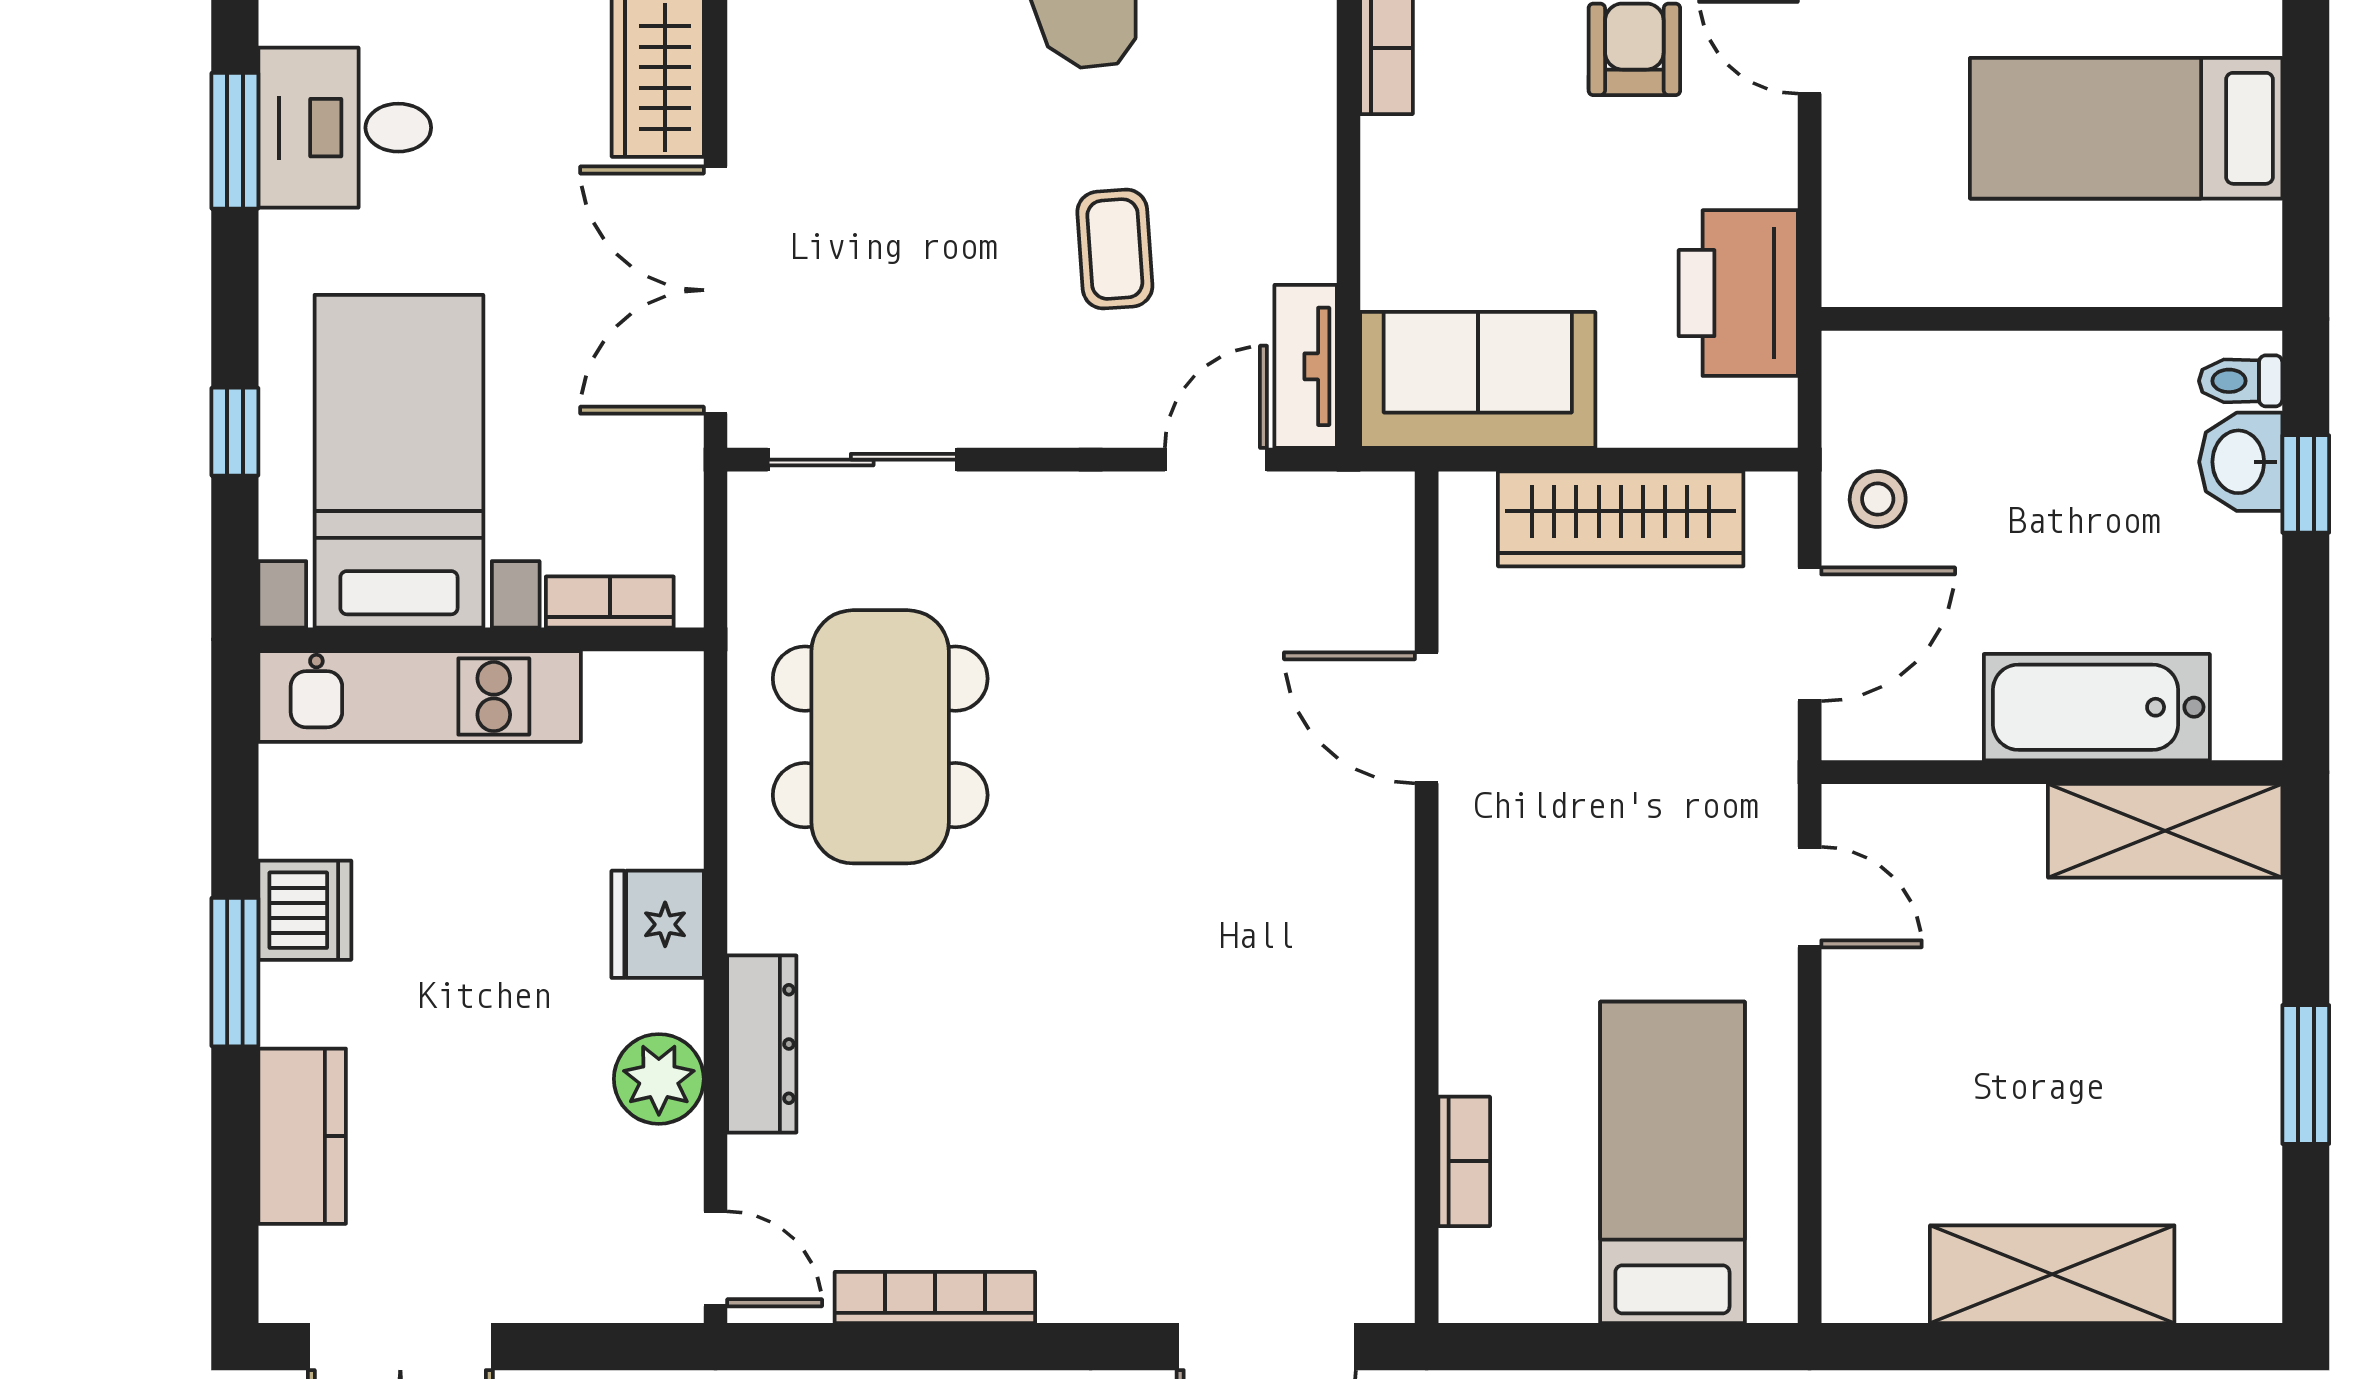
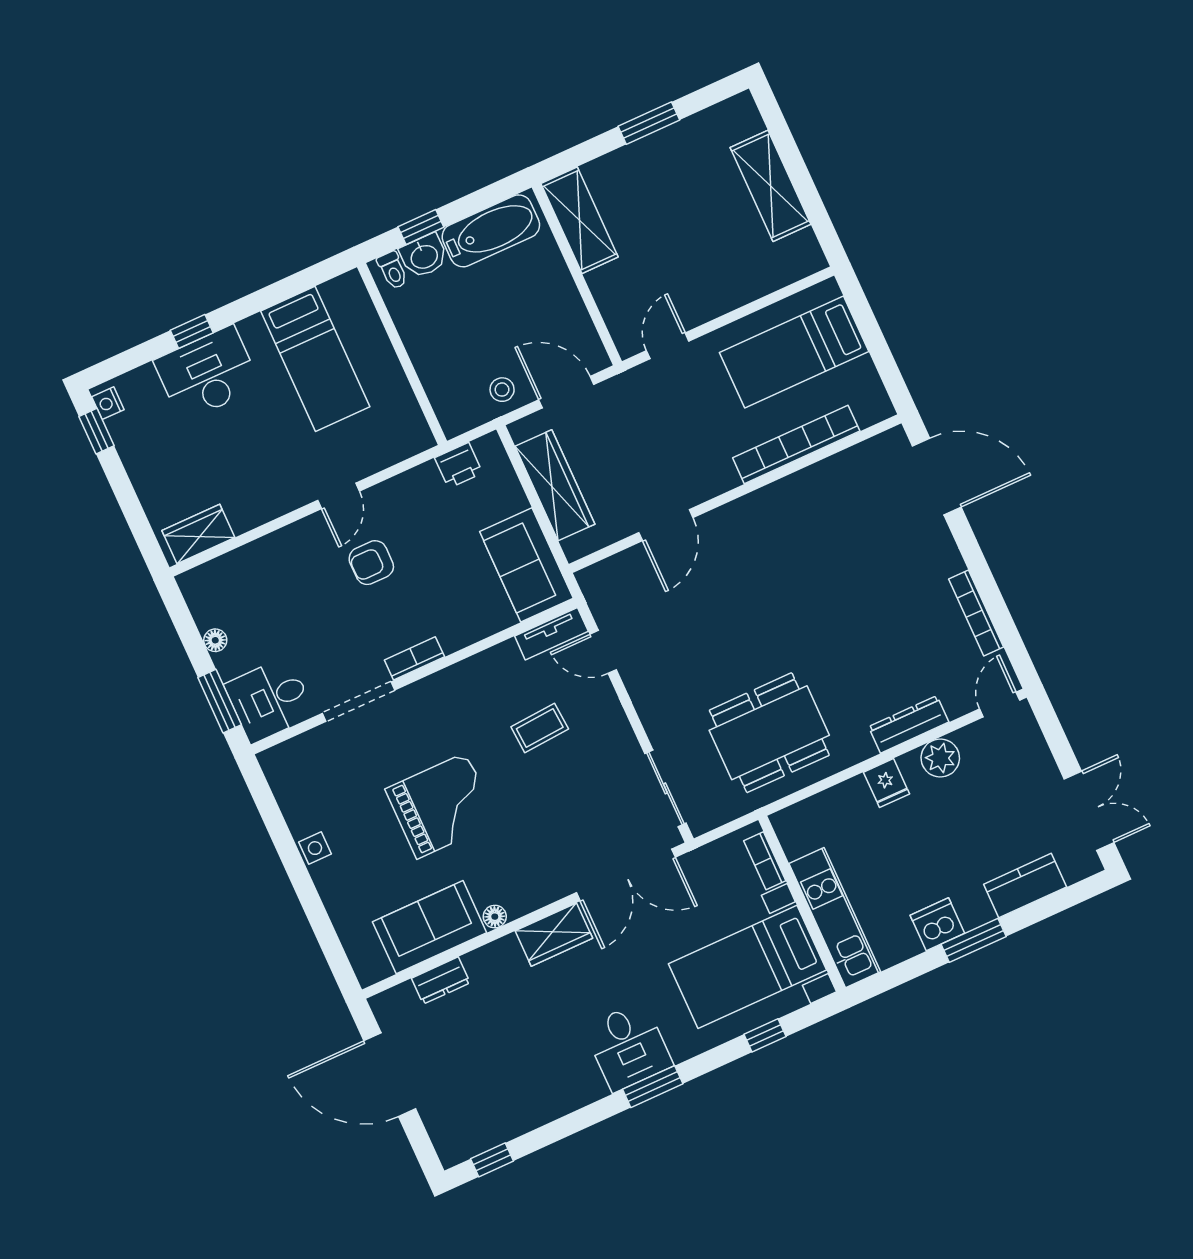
printer: (1738, 293) -> (459, 465), width x0.53, depth x0.68
bathtub: (2097, 707) -> (491, 231), moved, turned -90
fridge: (658, 924) -> (887, 783), width x0.72
bookcase: (1464, 1161) -> (796, 444), width x2.31, depth x1.31

